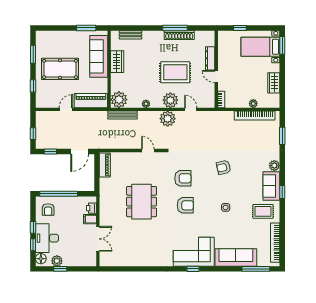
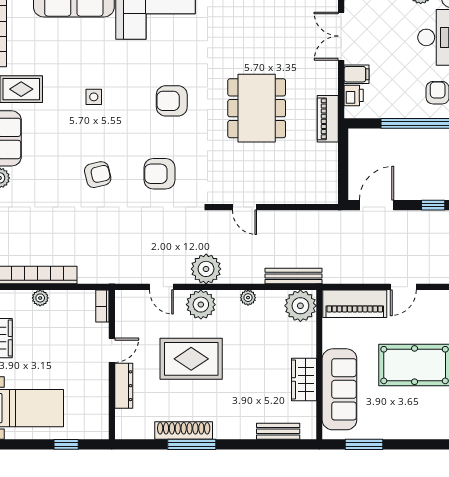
door: (216, 77) -> (112, 350), hinge flipped
piano: (105, 165) -> (328, 119), moved
armchair: (183, 178) -> (159, 174), moved

